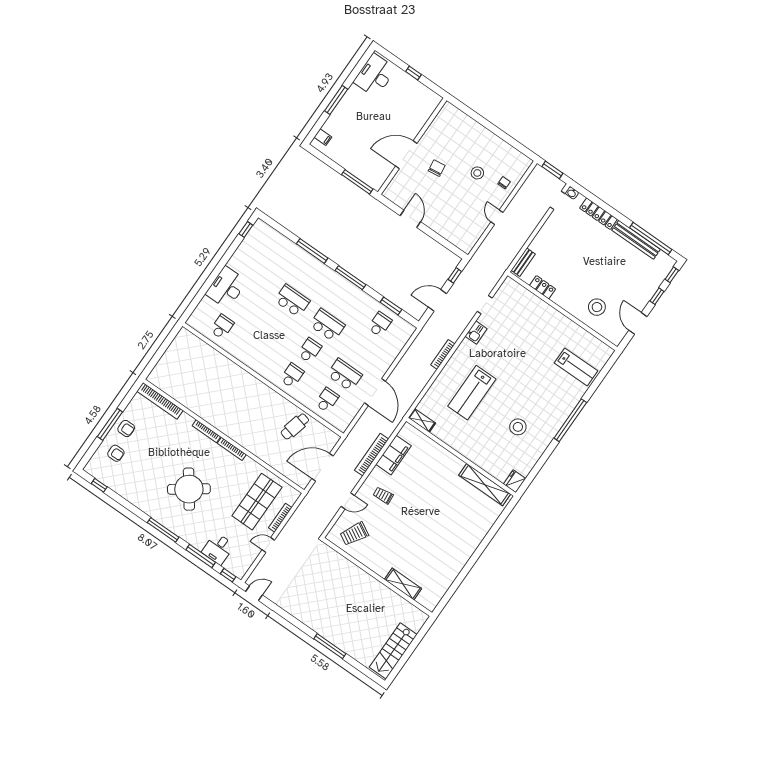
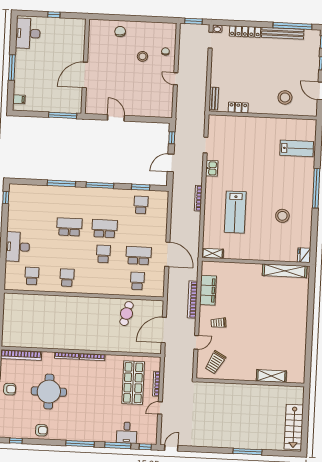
chair: (437, 168) -> (120, 31), moved
school desk: (292, 376) -> (67, 278), moved
armchair: (116, 453) -> (41, 430), moved
round table: (189, 489) -> (49, 392), moved, turned 36

